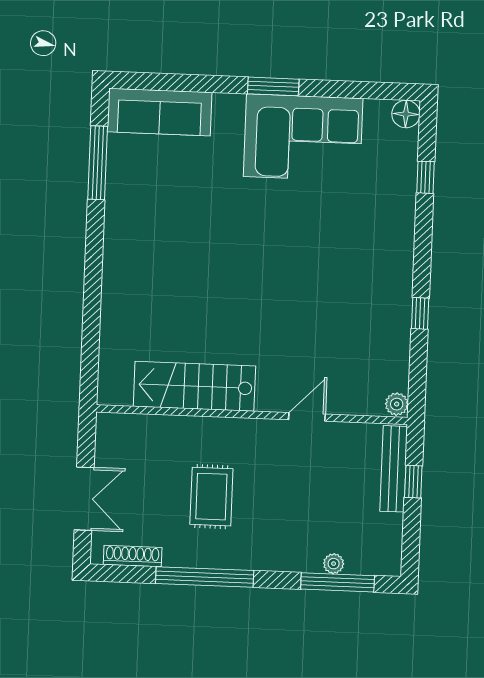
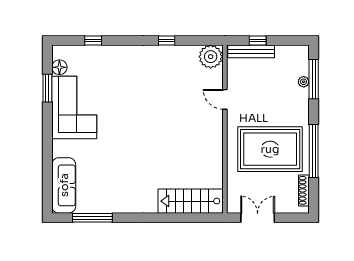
window: (273, 86) -> (47, 88), moved
floor lamp: (406, 114) -> (59, 67), moved
stairs: (194, 386) -> (191, 201), moved, turned 90
plant: (397, 404) -> (211, 57), width x1.87, depth x1.87
rug: (211, 497) -> (270, 149), width x1.86, depth x2.06
double door: (84, 499) -> (258, 218), moved

